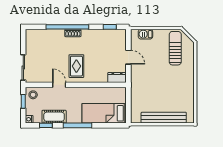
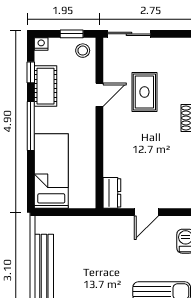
rug: (76, 66) -> (144, 92), moved, turned 90

